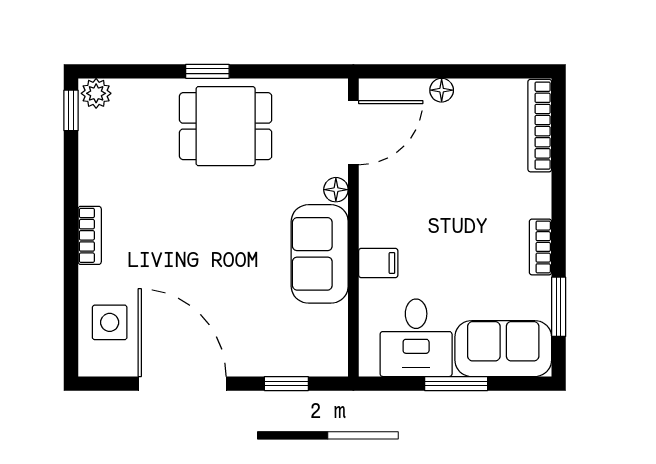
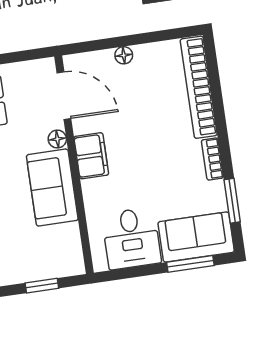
bookcase: (540, 126) -> (199, 87), width x1.48, depth x1.31
door: (353, 133) -> (64, 96), hinge flipped
filing cabinet: (378, 263) -> (91, 156), moved, width x2.00
window: (456, 384) -> (190, 264), moved

